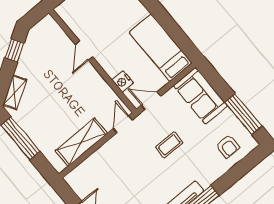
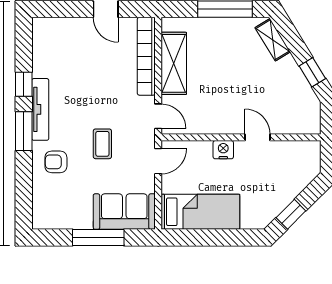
nightstand: (123, 81) -> (223, 150), moved
window: (243, 114) -> (98, 237), moved
armchair: (228, 146) -> (56, 162), moved
bookcase: (91, 163) -> (146, 56), added

